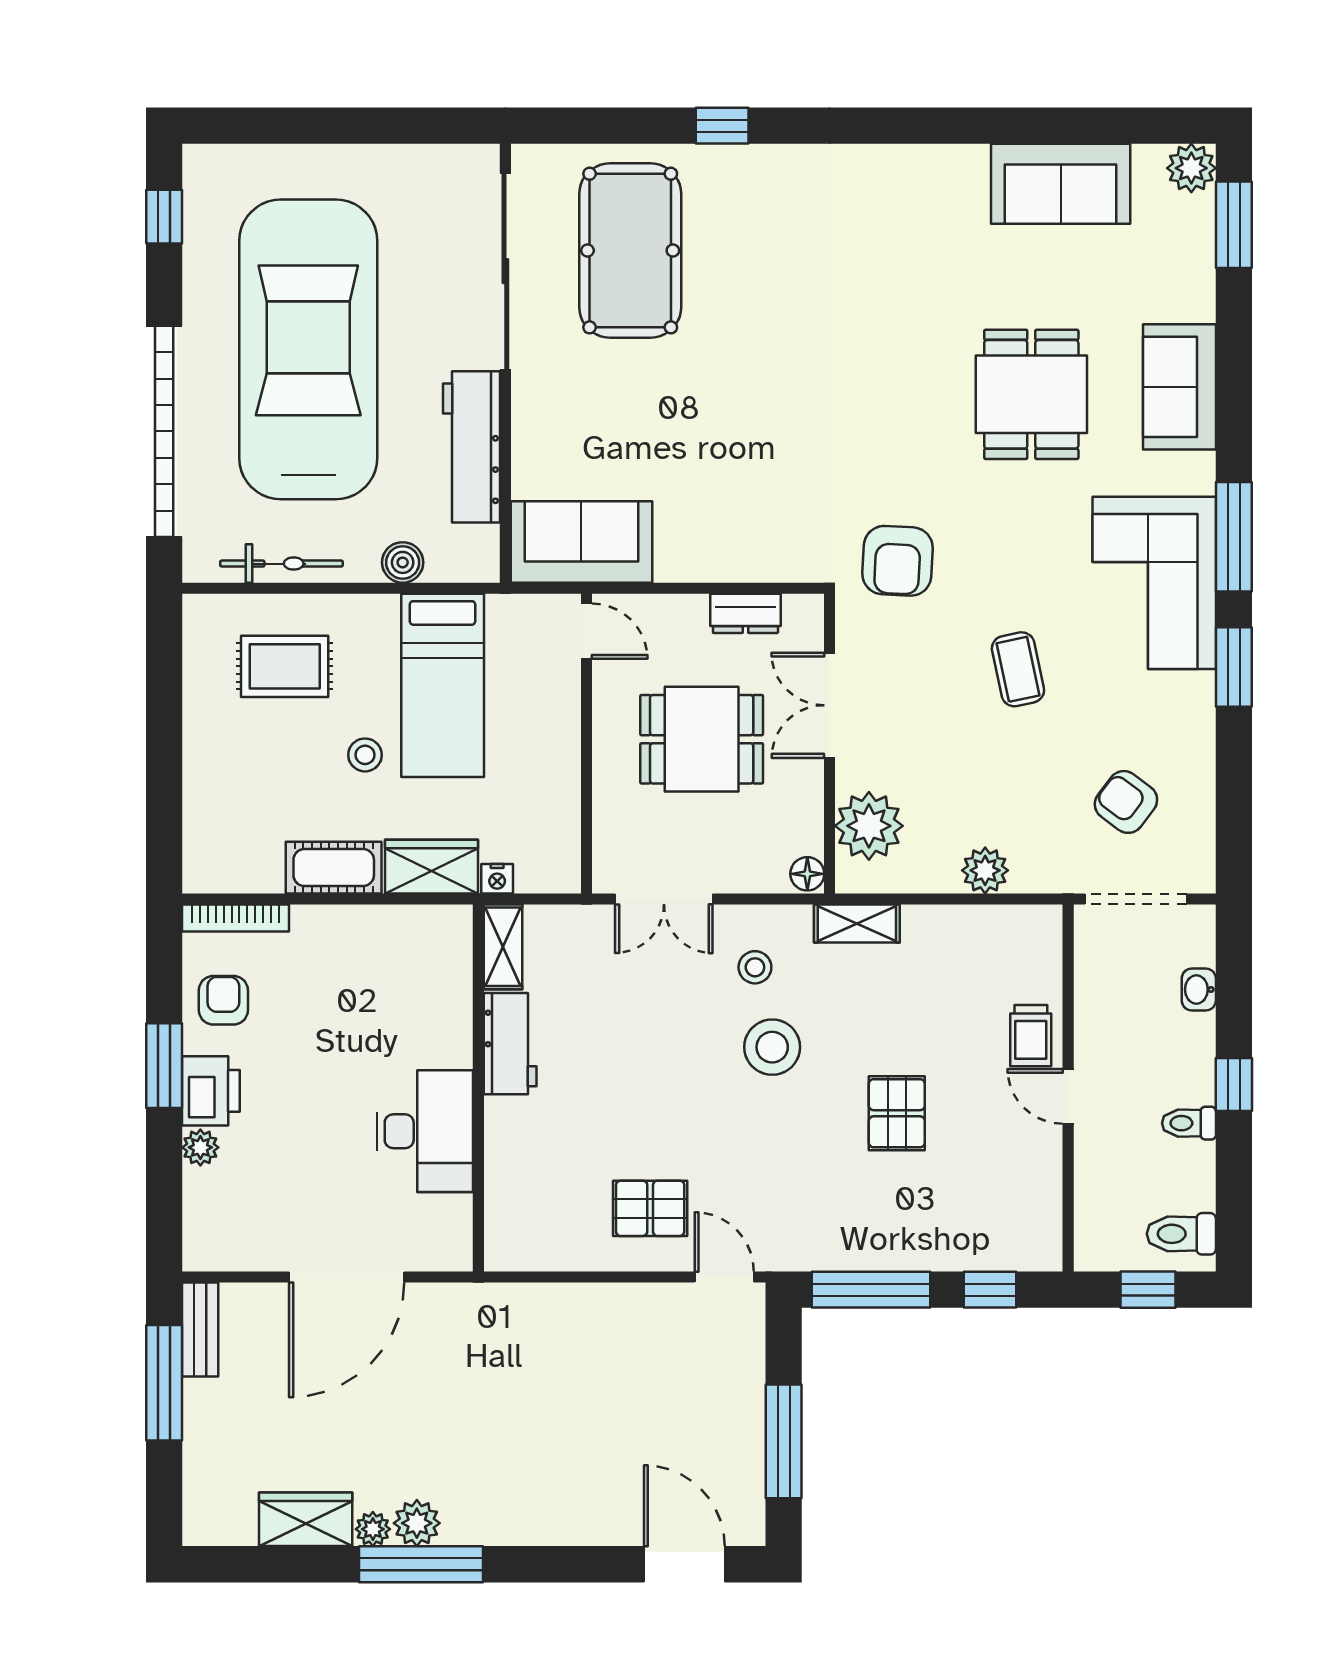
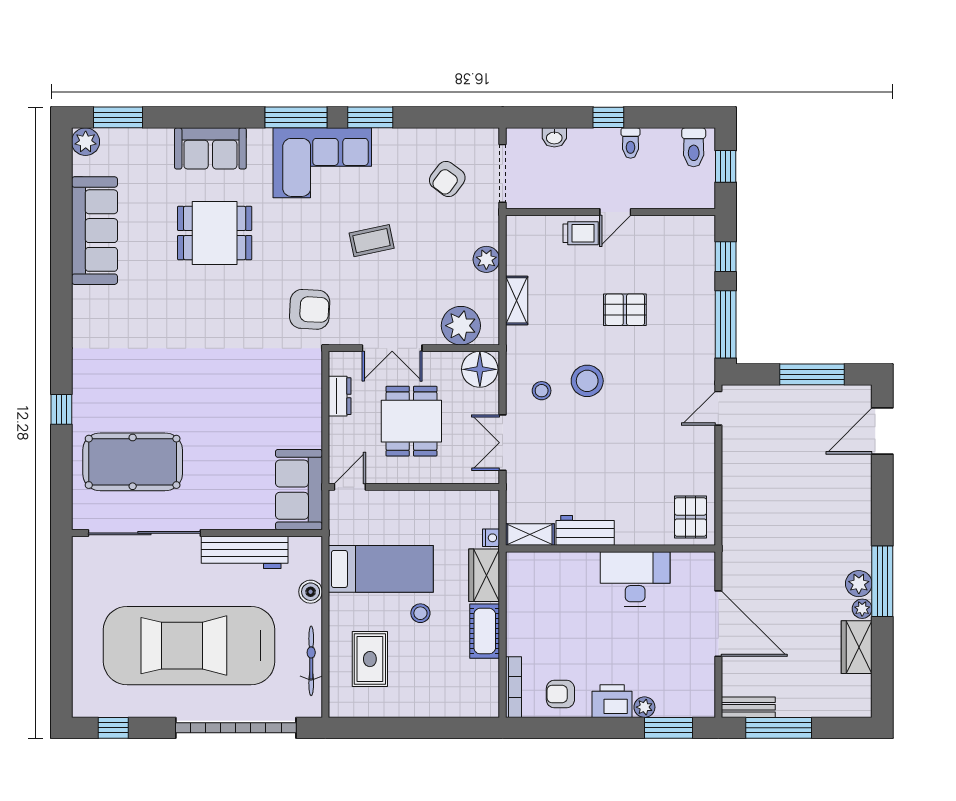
sofa: (1061, 184) -> (94, 231), width x1.36
floor lamp: (807, 874) -> (480, 369), width x1.89, depth x1.89
double door: (664, 899) -> (503, 443), swing flipped
shelving: (857, 924) -> (517, 300), moved
window: (164, 1066) -> (669, 728), moved
pallet: (650, 1208) -> (690, 517), moved

